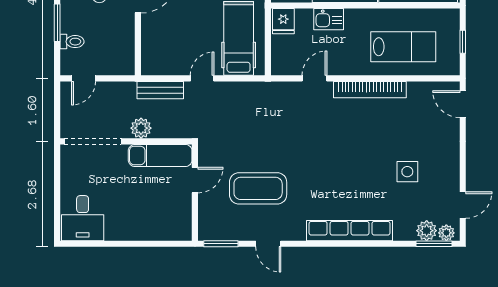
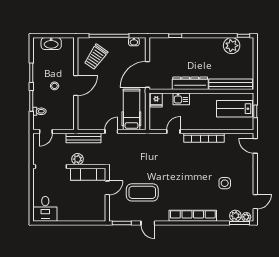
lab bench: (403, 47) -> (235, 109), moved, turned 180
bench: (160, 90) -> (84, 138), width x1.36

